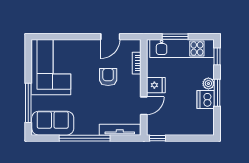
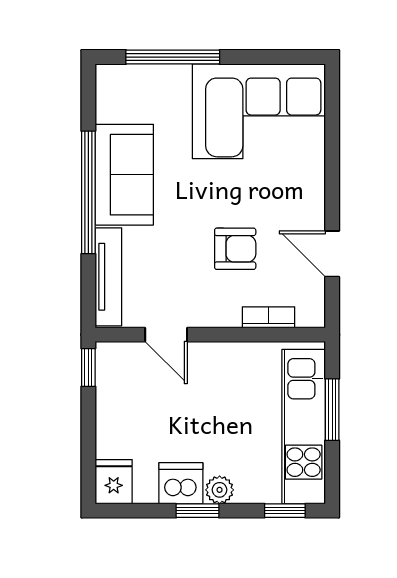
fridge: (156, 85) -> (114, 482), moved, turned 180
window: (217, 93) -> (197, 511), width x0.67
sofa: (53, 123) -> (124, 175), moved

